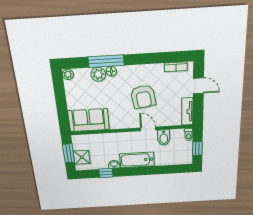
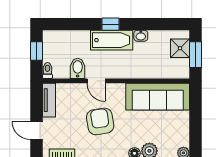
sofa: (89, 120) -> (158, 97), width x1.36
window: (106, 173) -> (111, 24), moved

